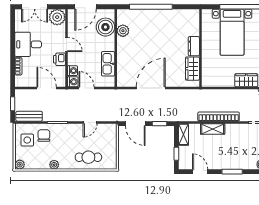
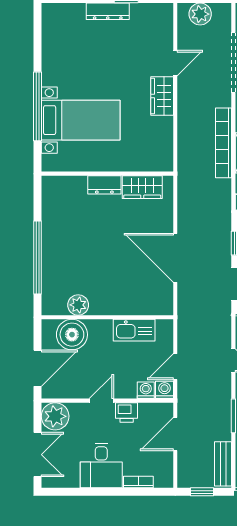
door: (86, 7) -> (37, 368), hinge flipped

